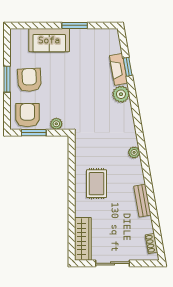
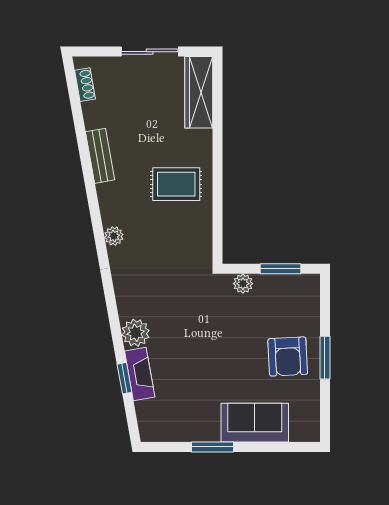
armchair: (27, 115) -> (291, 298), removed
rug: (96, 184) -> (176, 184), turned 90

